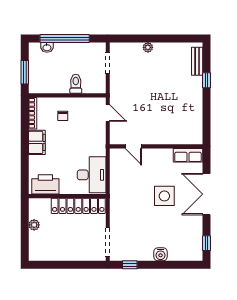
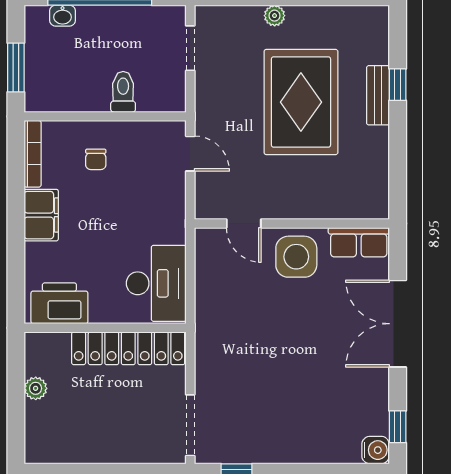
bench: (197, 61) -> (378, 95), moved
rug: (160, 89) -> (301, 102), added
side table: (164, 196) -> (296, 257), moved
water cooler: (161, 254) -> (376, 450), moved, turned -90

